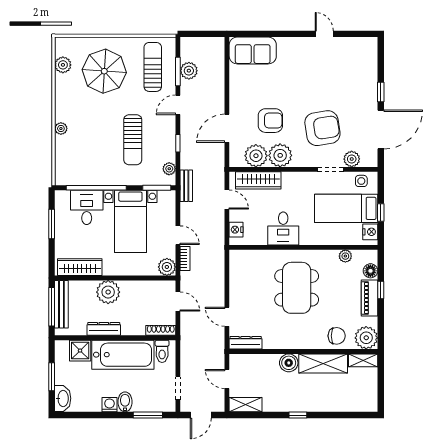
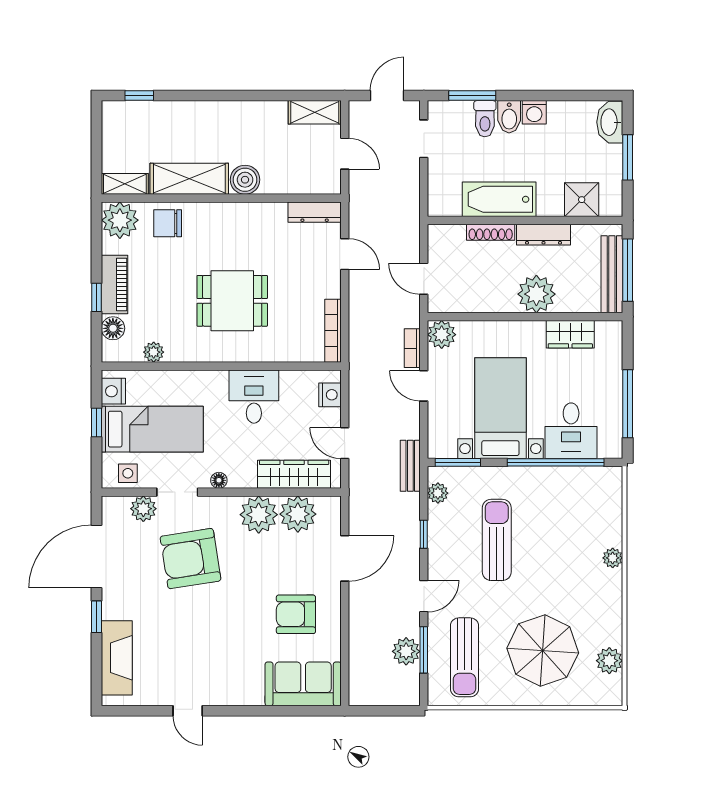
fireplace: (368, 67) -> (117, 658), added
armchair: (270, 121) -> (296, 614), moved
floor lamp: (305, 177) -> (219, 480), added
window: (52, 224) -> (628, 404), width x1.44
wardrobe: (80, 267) -> (570, 334), width x0.67
bookcase: (234, 269) -> (333, 331), added
dining table: (297, 288) -> (232, 301), width x0.73
shoe rack: (161, 330) -> (491, 232), moved
toilet: (162, 351) -> (485, 119), moved, turned 180
bathtub: (123, 355) -> (499, 199), width x0.73, depth x0.73
window: (298, 415) -> (139, 96), moved

